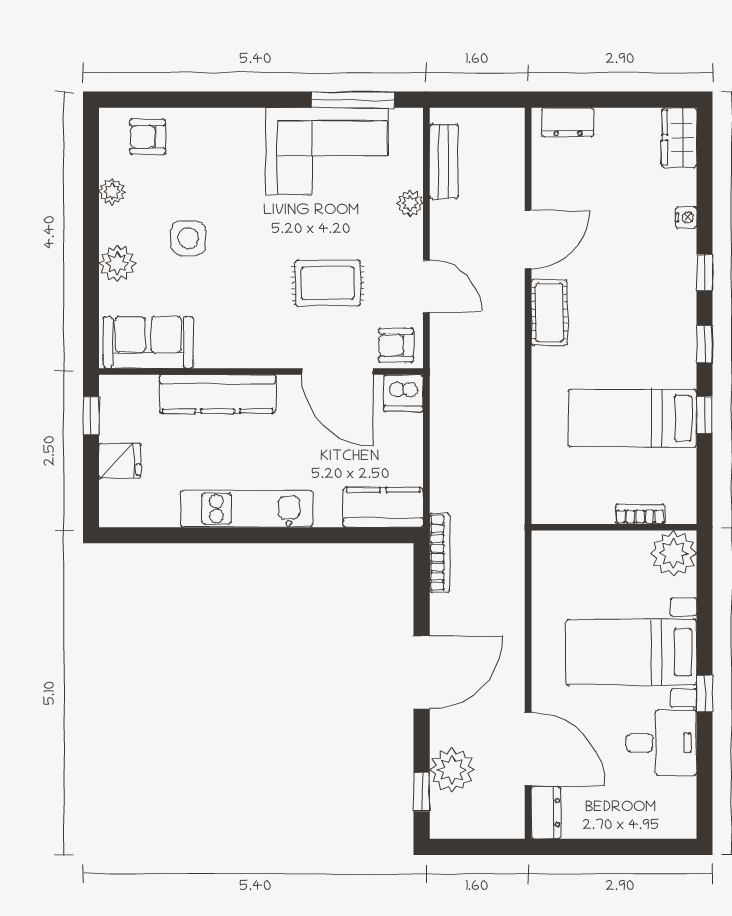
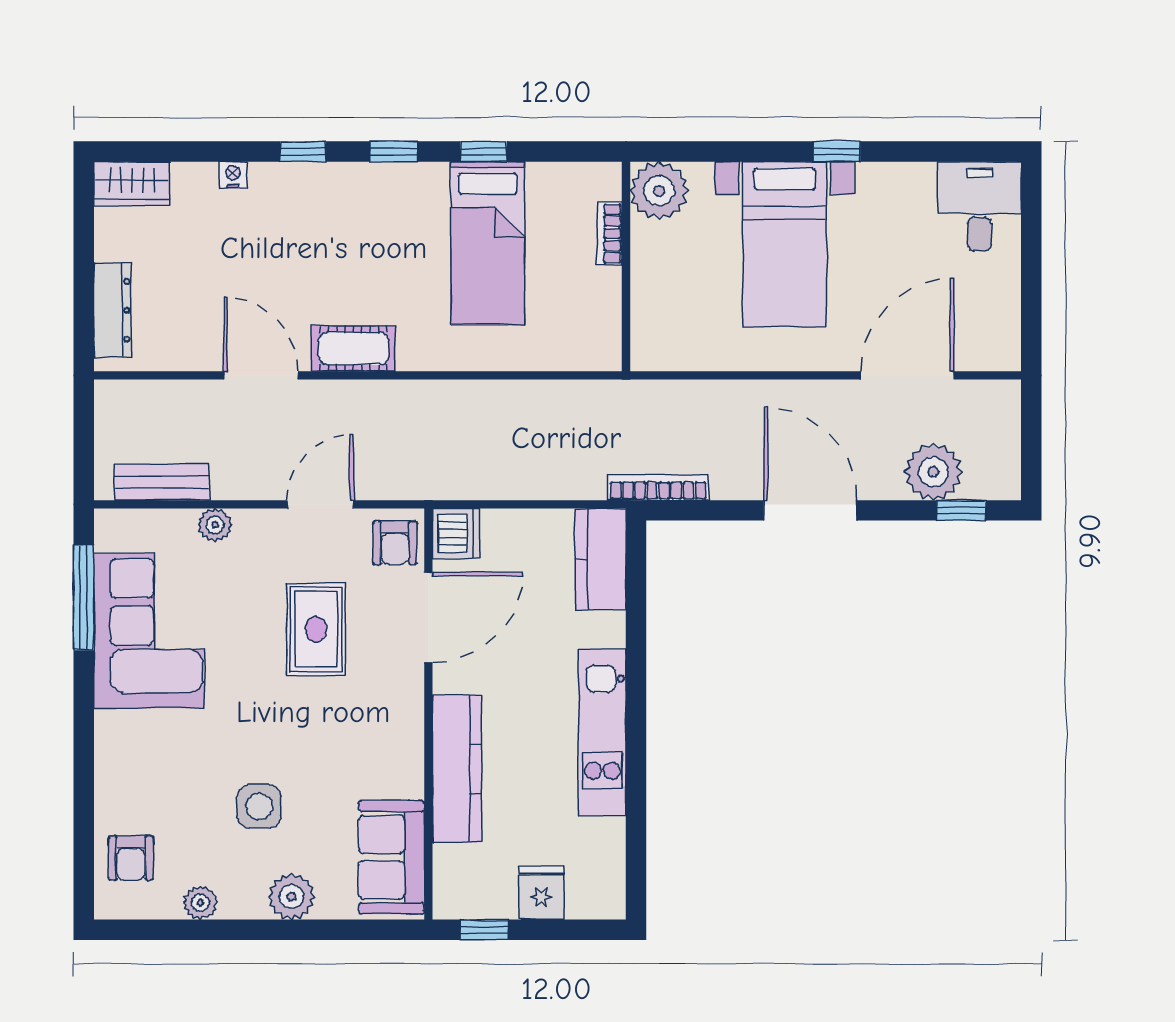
dresser: (568, 122) -> (112, 310), width x1.44
desk: (661, 743) -> (980, 206), moved
dresser: (546, 813) -> (988, 353), removed

